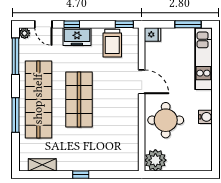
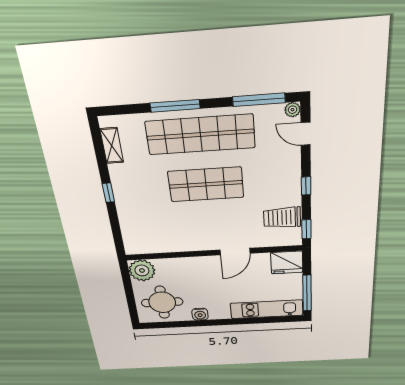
door: (43, 24) -> (306, 134), hinge flipped
window: (72, 24) -> (306, 186), moved
window: (188, 24) -> (307, 293), width x1.44
fridge: (153, 34) -> (287, 262), width x1.88, depth x1.34
freezer: (77, 37) -> (289, 177), removed
round table: (166, 120) -> (162, 302), moved

